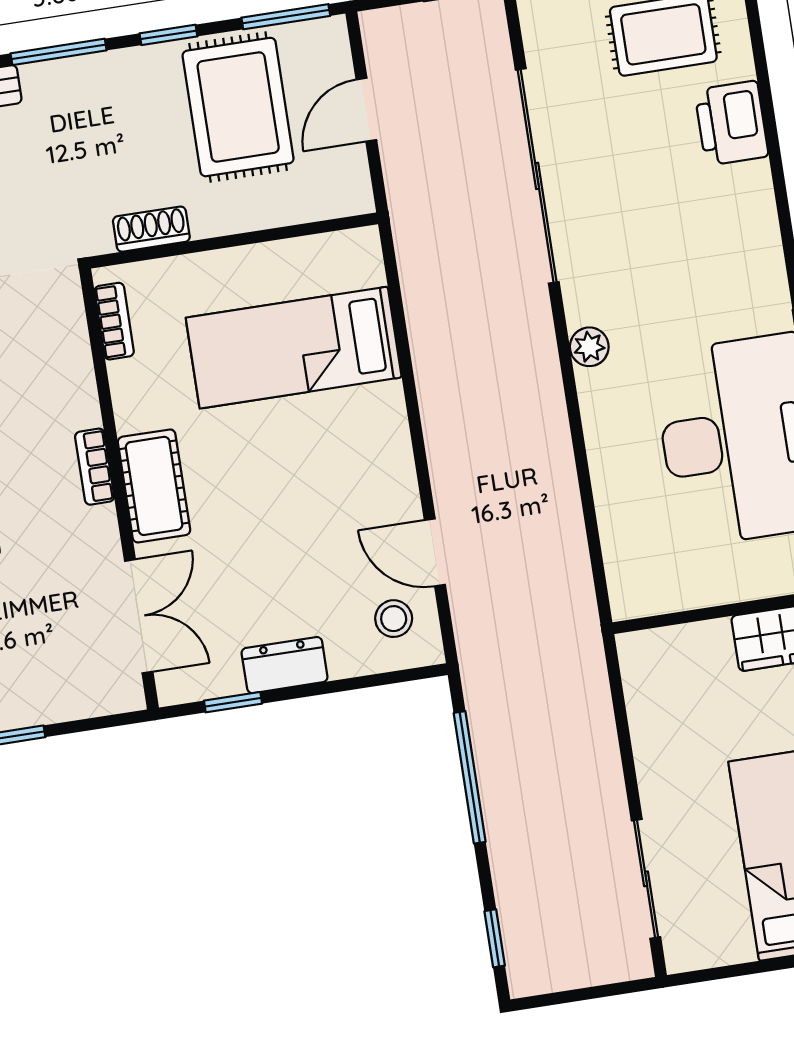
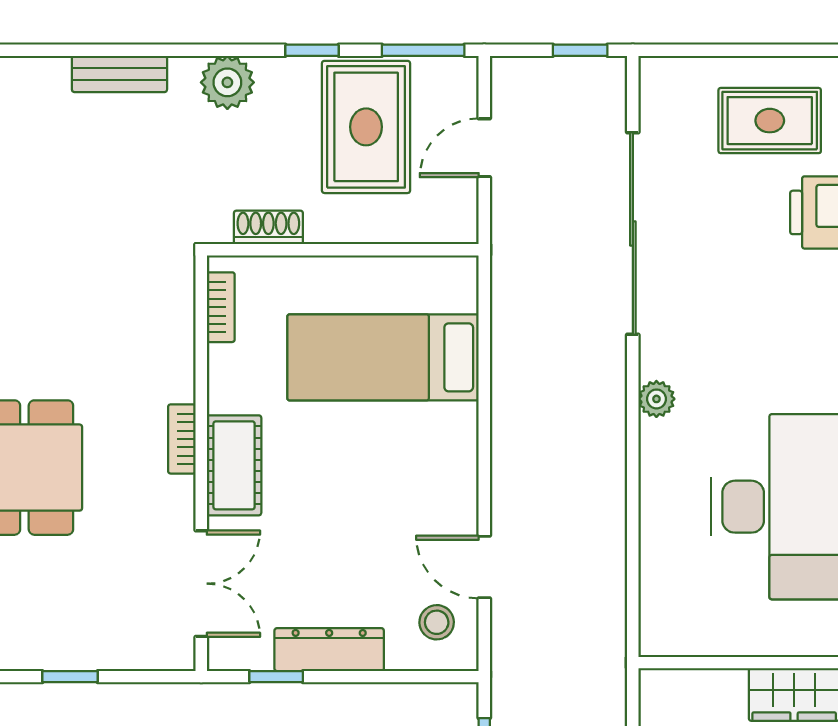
window: (59, 52) -> (208, 50), removed
plant: (84, 83) -> (227, 82), added
dresser: (285, 665) -> (329, 650), width x1.44

